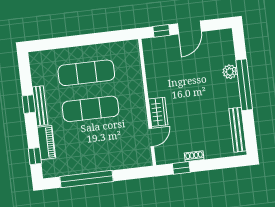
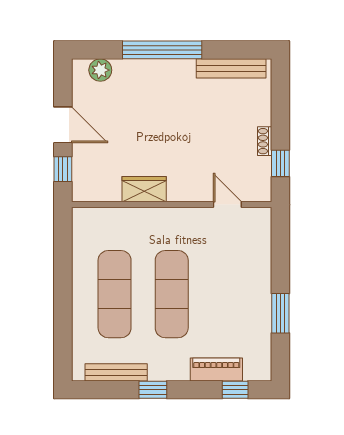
plant: (230, 72) -> (100, 70), moved
bench: (40, 106) -> (116, 372), moved
wardrobe: (158, 112) -> (144, 189), moved
window: (86, 179) -> (280, 313), width x0.47

